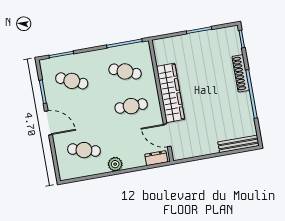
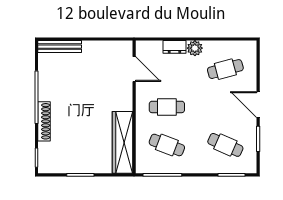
wardrobe: (170, 93) -> (123, 142), moved
cafe table: (84, 150) -> (225, 69), turned -30
dresser: (156, 158) -> (174, 47), moved

